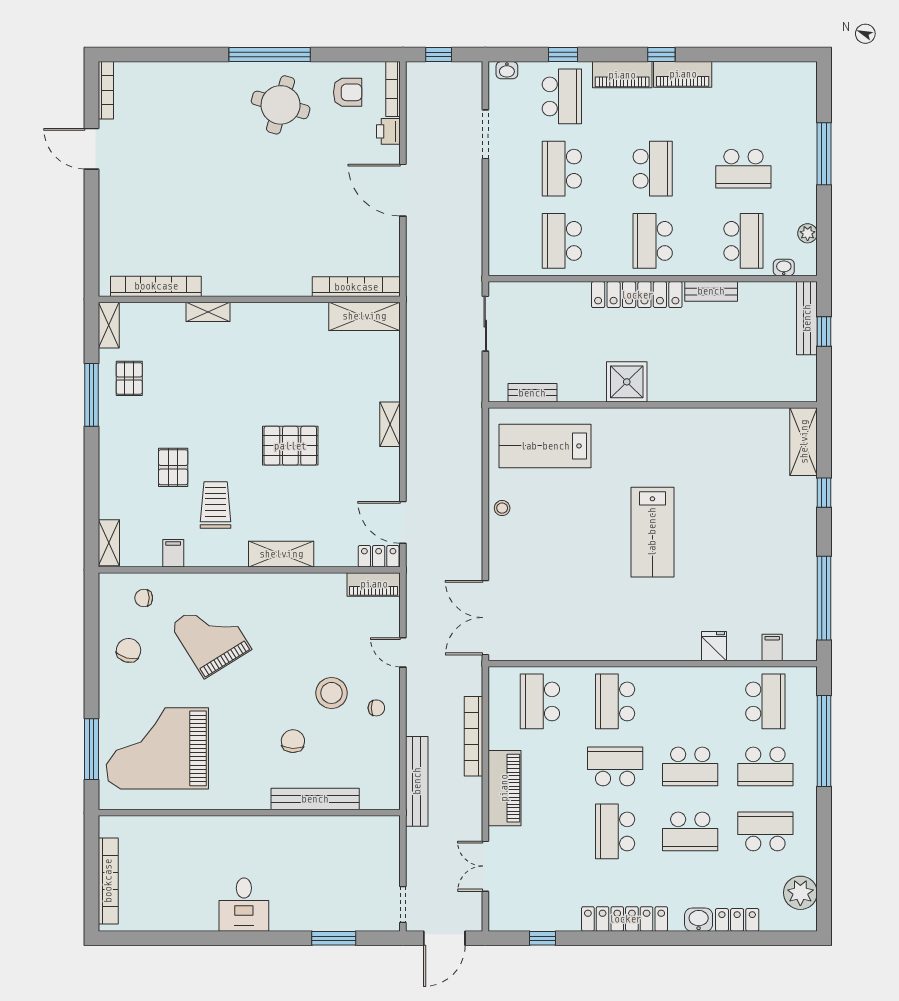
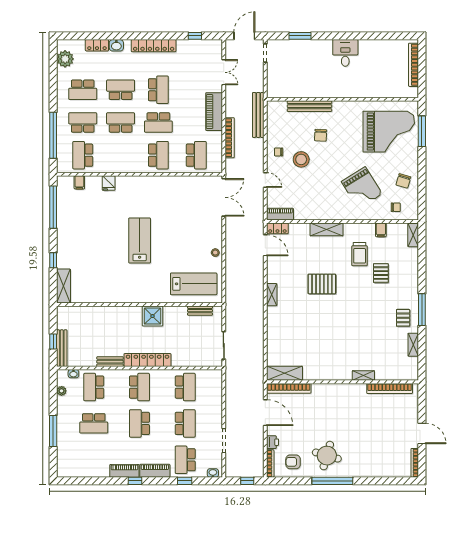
school desk: (743, 169) -> (94, 423), turned 180
bookcase: (156, 286) -> (390, 388), moved
bookcase: (356, 287) -> (289, 388), moved
wall: (249, 299) -> (343, 382), moved
shelving: (208, 312) -> (363, 376), moved
shelving: (364, 316) -> (285, 373), moved

